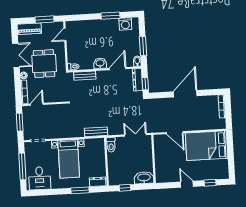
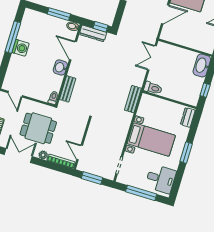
window: (111, 16) -> (13, 37), width x1.44
washing machine: (125, 24) -> (21, 48), moved
window: (80, 190) -> (186, 153), moved

